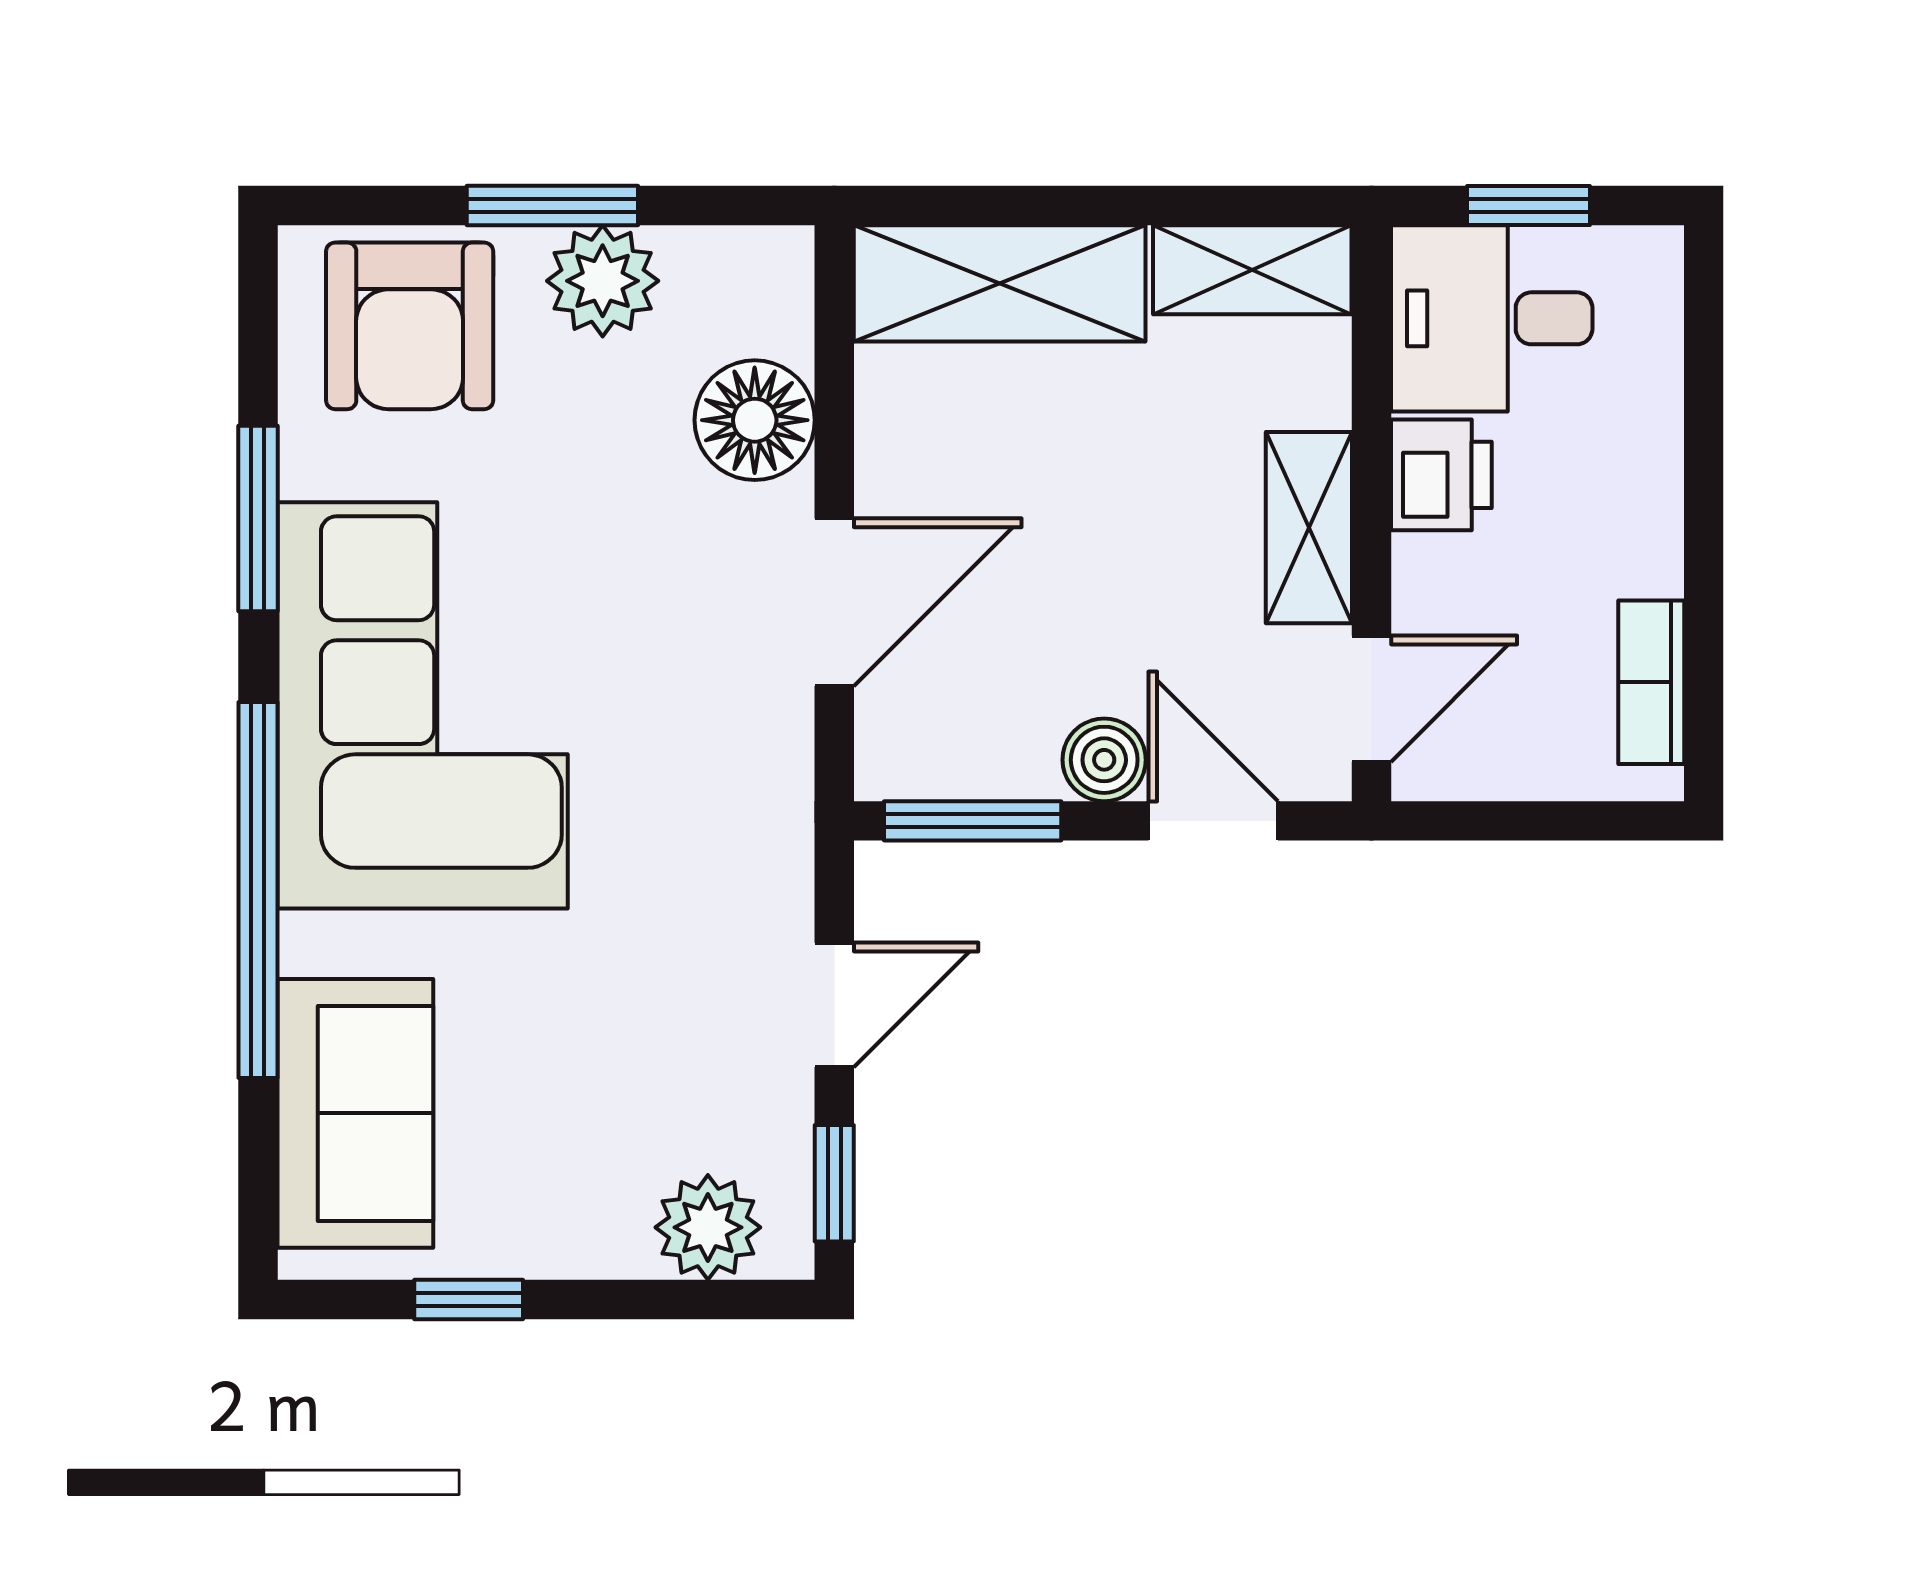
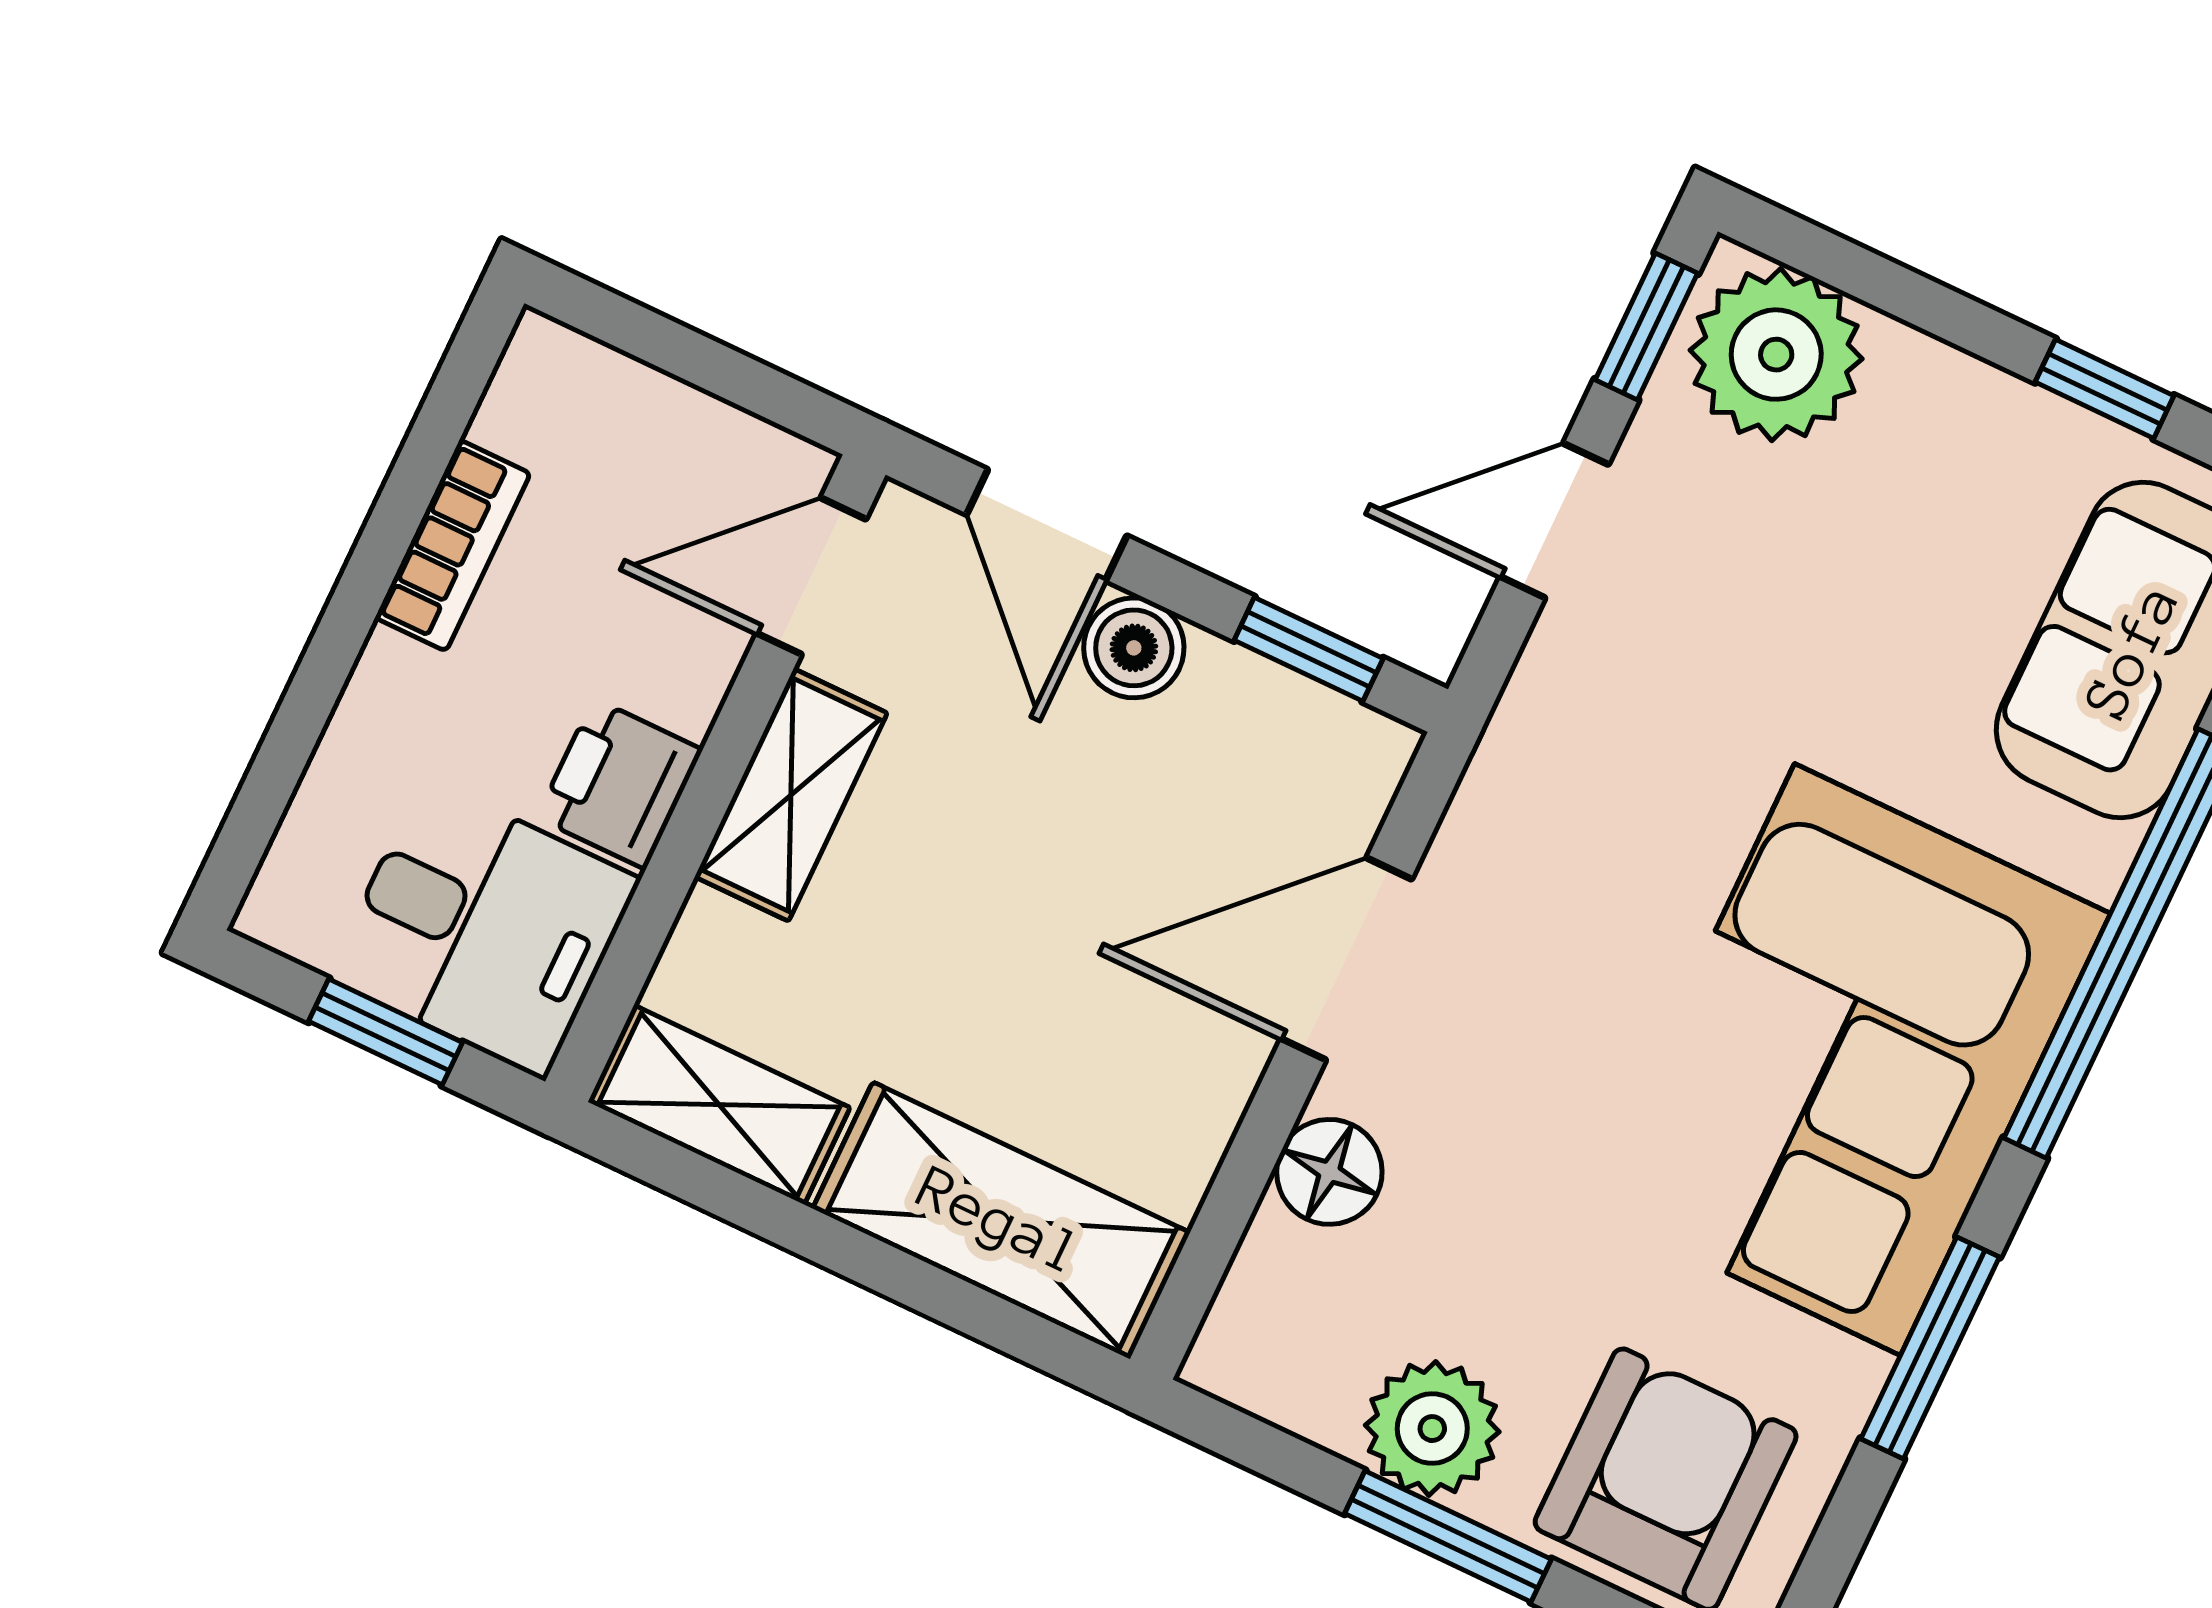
floor lamp: (755, 420) -> (1329, 1172), width x0.73, depth x0.73
bookcase: (1651, 682) -> (453, 545), moved
window: (973, 821) -> (1309, 649), width x0.67
plant: (708, 1227) -> (1776, 355), width x1.36, depth x1.36

